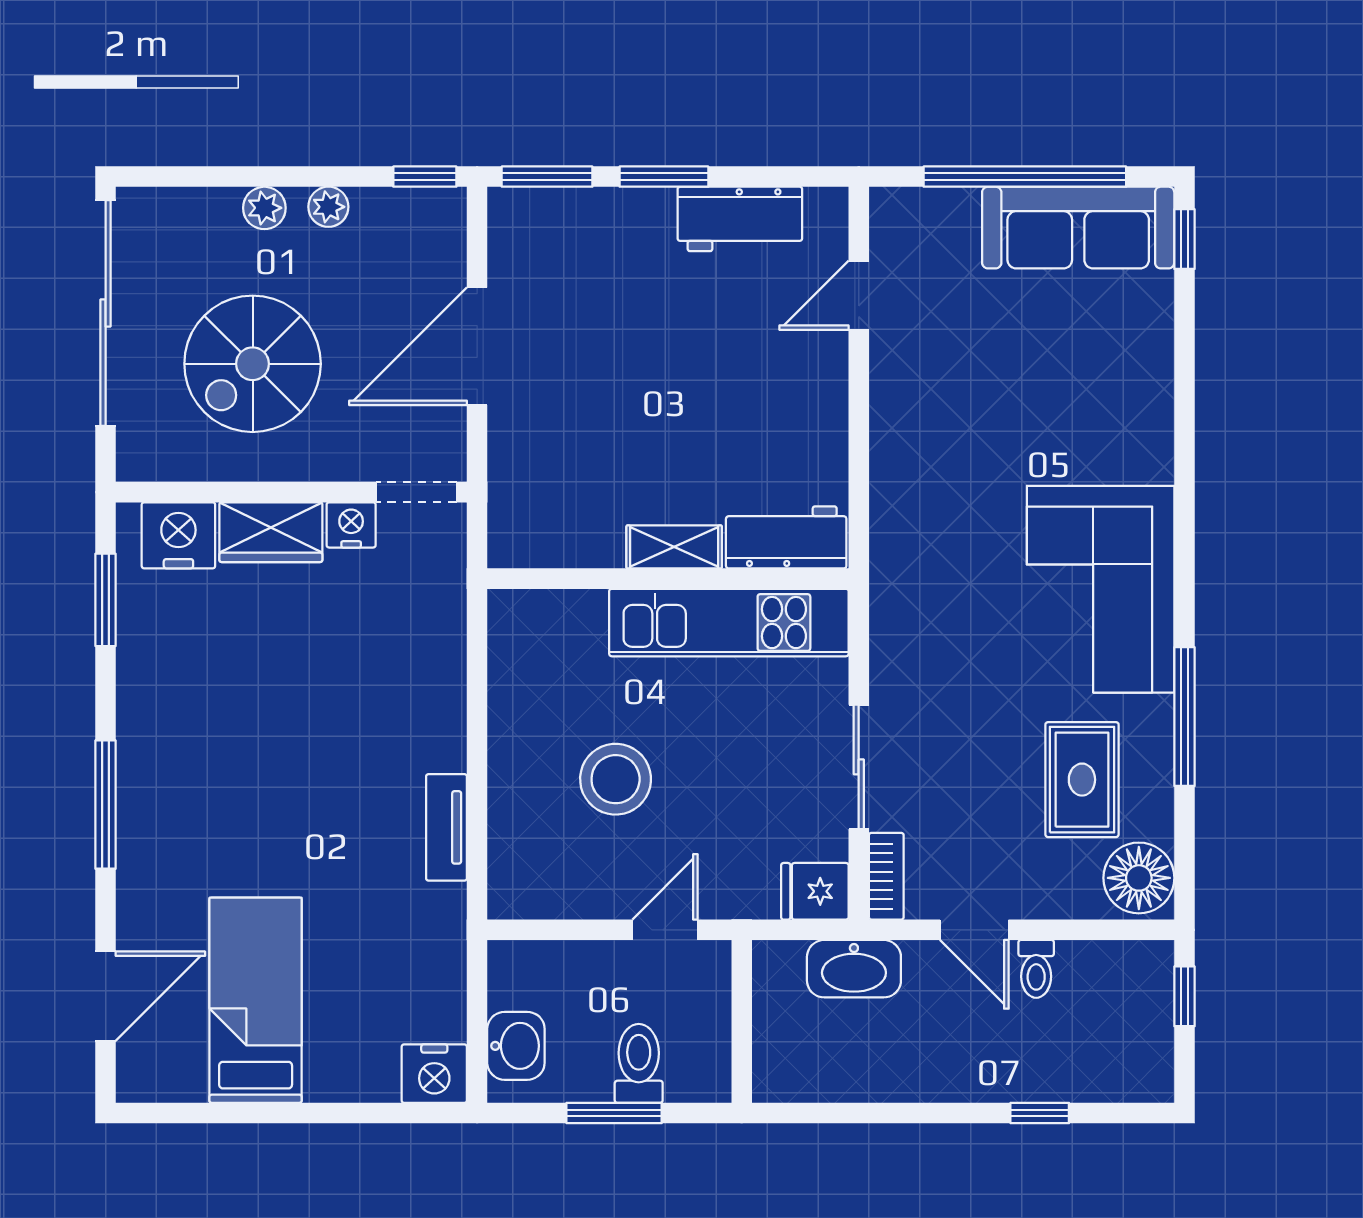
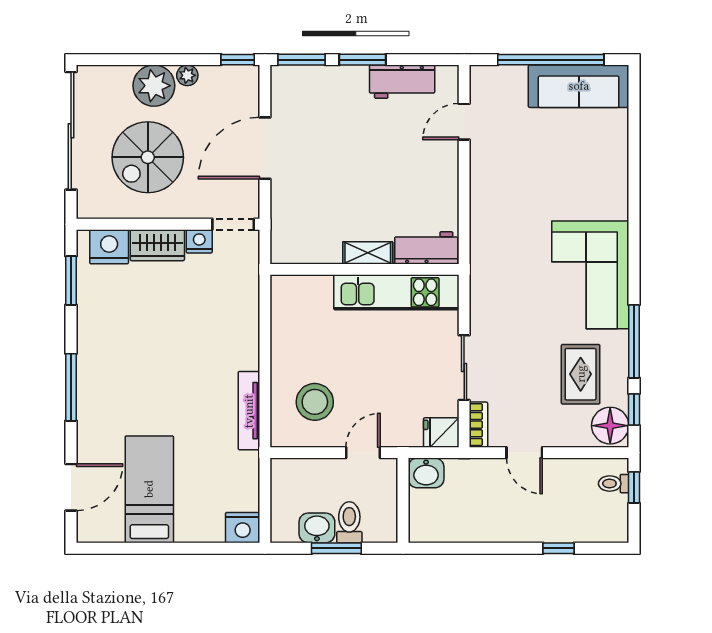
plant: (264, 208) -> (154, 86), width x1.88, depth x1.88
window: (1184, 239) -> (634, 410), moved
stool: (616, 779) -> (315, 402), moved
tv unit: (446, 827) -> (249, 411), width x1.41
washbasin: (854, 969) -> (426, 473), moved, width x0.72
toilet: (1036, 969) -> (614, 484), moved, turned 90
washbasin: (516, 1046) -> (317, 528), moved, turned -90

